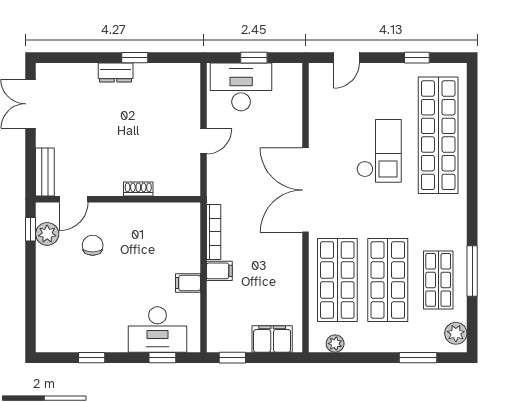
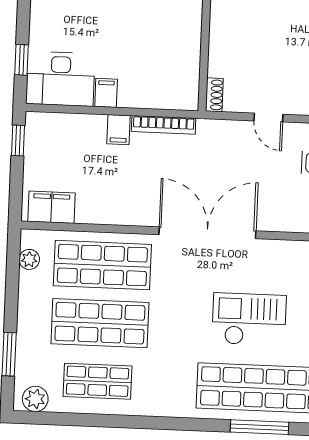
checkout: (379, 151) -> (249, 319), turned 180
shoe rack: (138, 189) -> (214, 95), moved
window: (472, 271) -> (260, 427), moved
desk: (157, 329) -> (60, 79), moved, turned -90
filing cabinet: (272, 339) -> (51, 207), moved, turned -90

